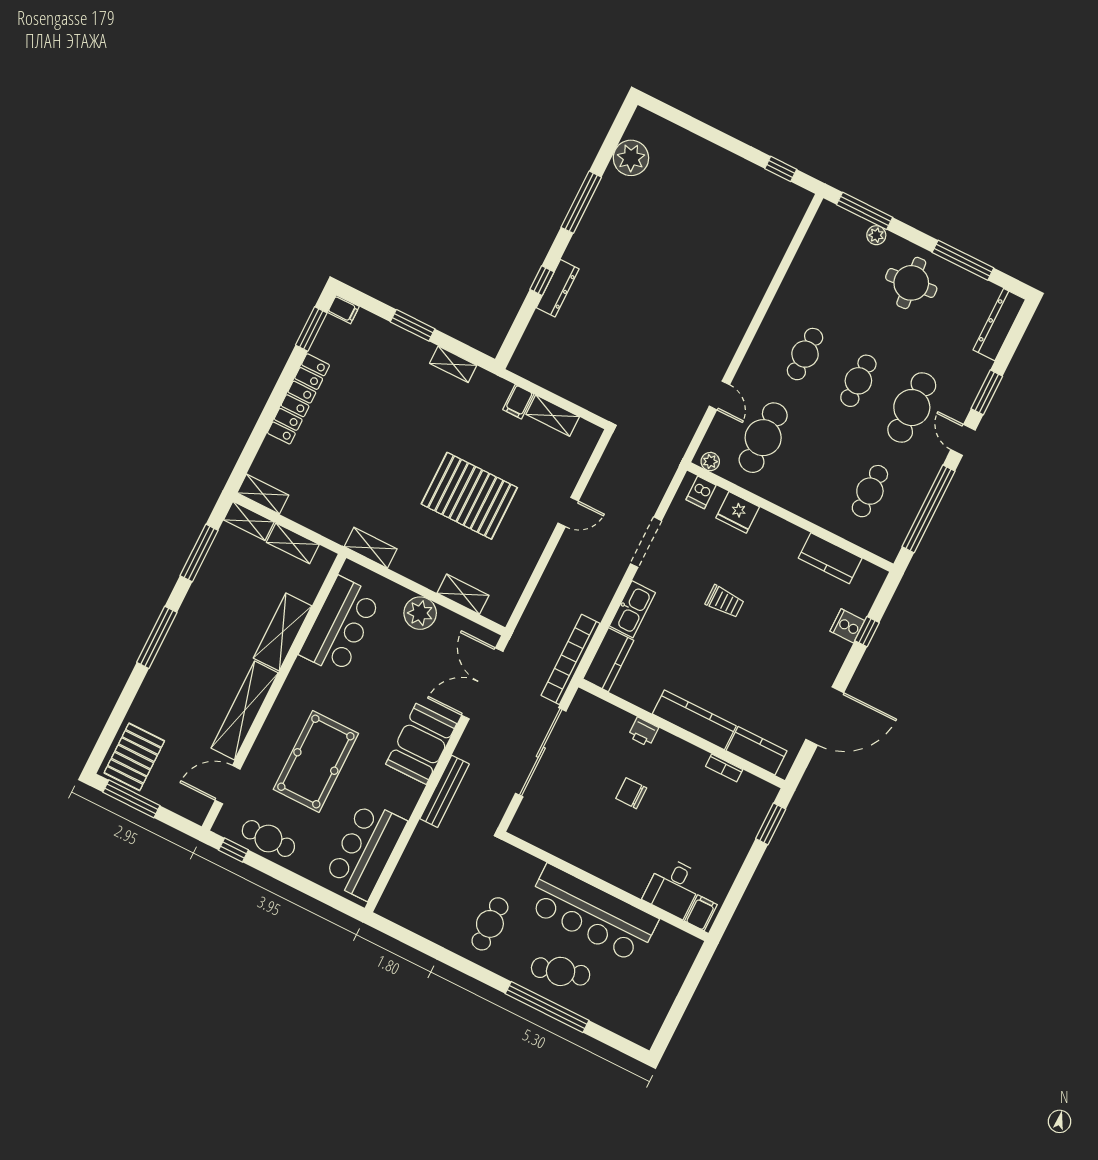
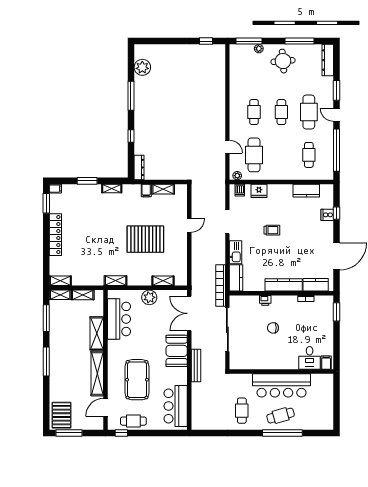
dresser: (558, 288) -> (139, 167), moved

